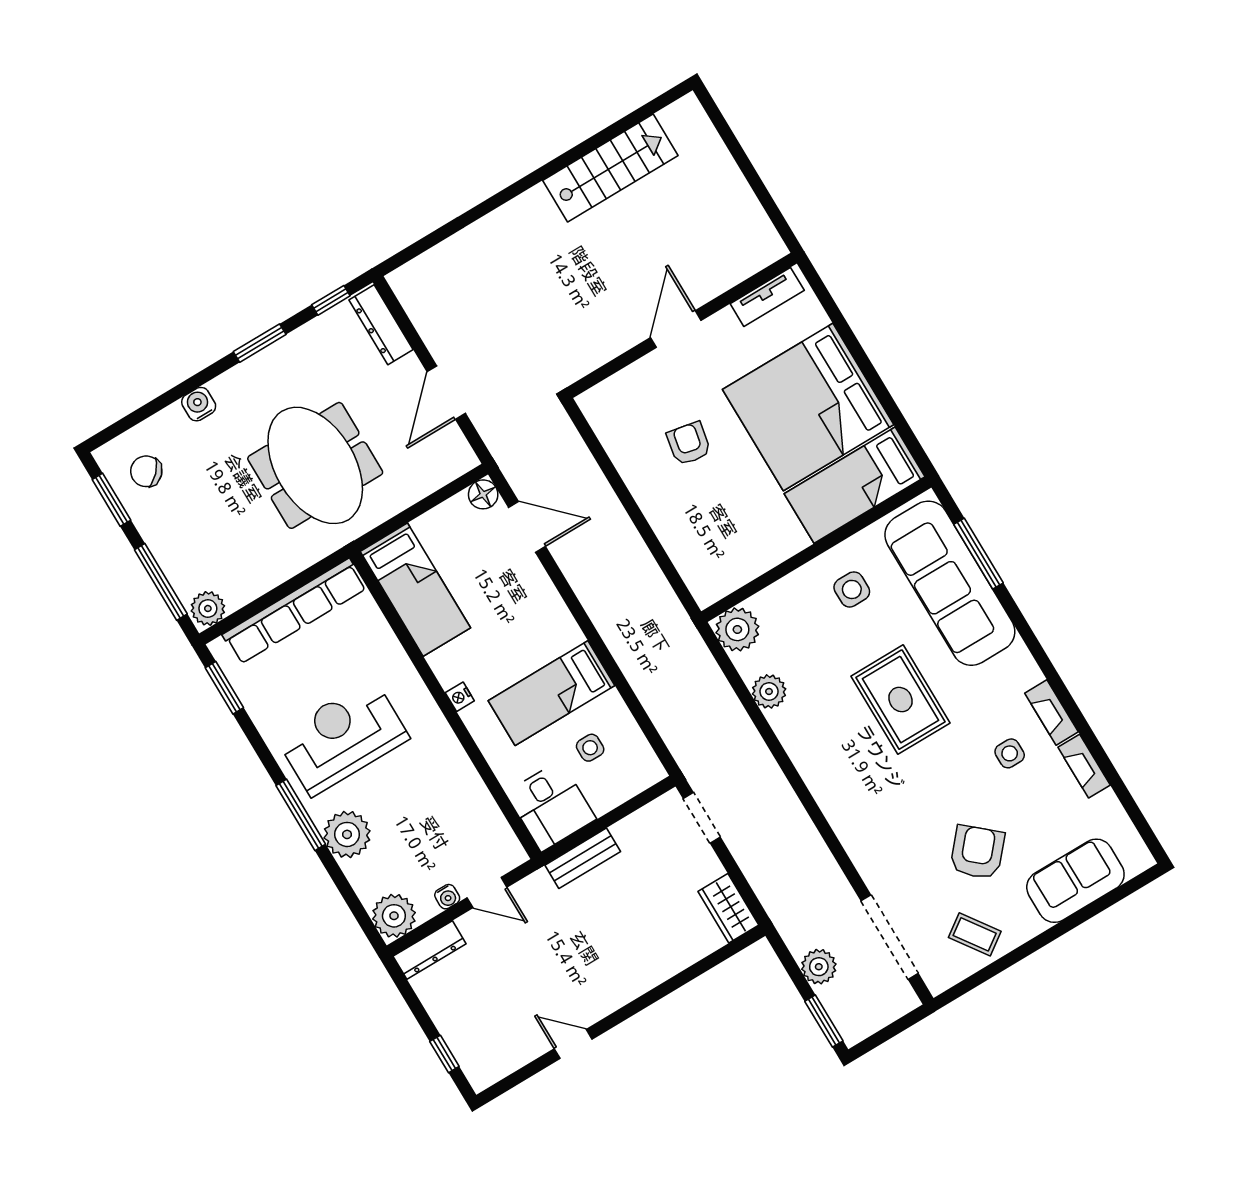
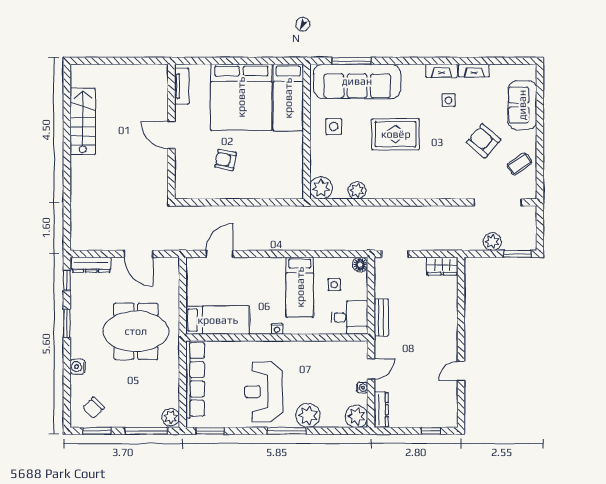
floor lamp: (483, 494) -> (360, 265), moved

